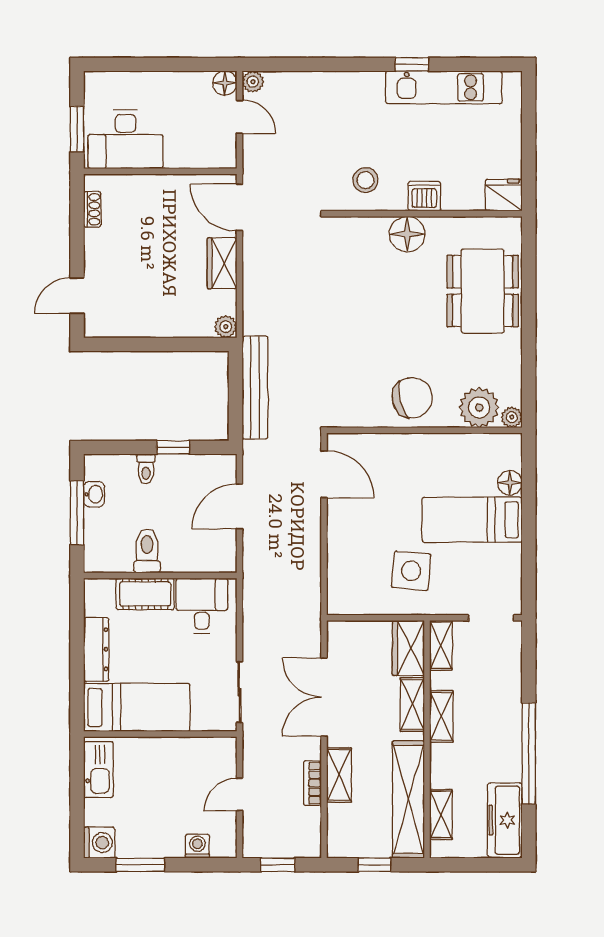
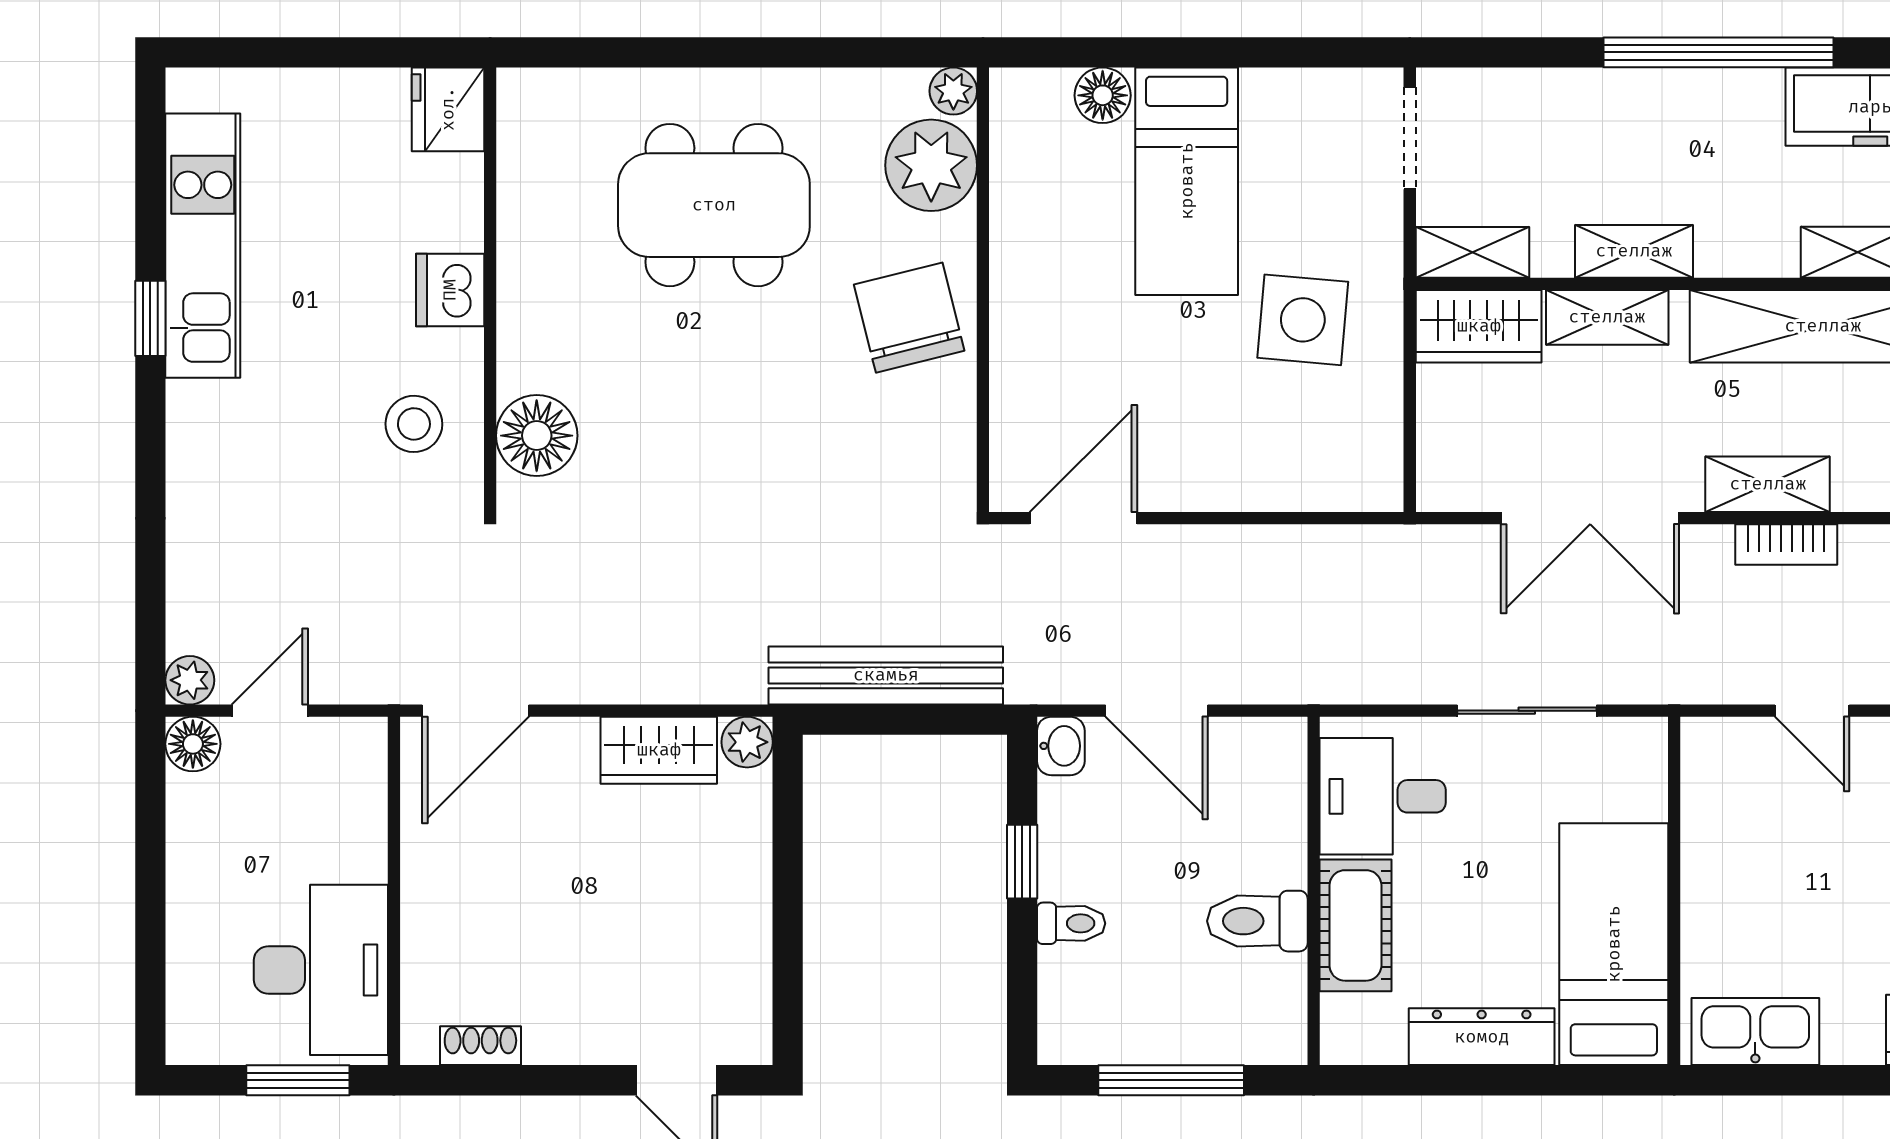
floor lamp: (407, 234) -> (537, 436), moved
wardrobe: (222, 263) -> (659, 750), moved
dining table: (483, 291) -> (714, 205), moved
washbasin: (94, 494) -> (1061, 746), moved, turned 90
sliding door: (240, 692) -> (1527, 711), moved

